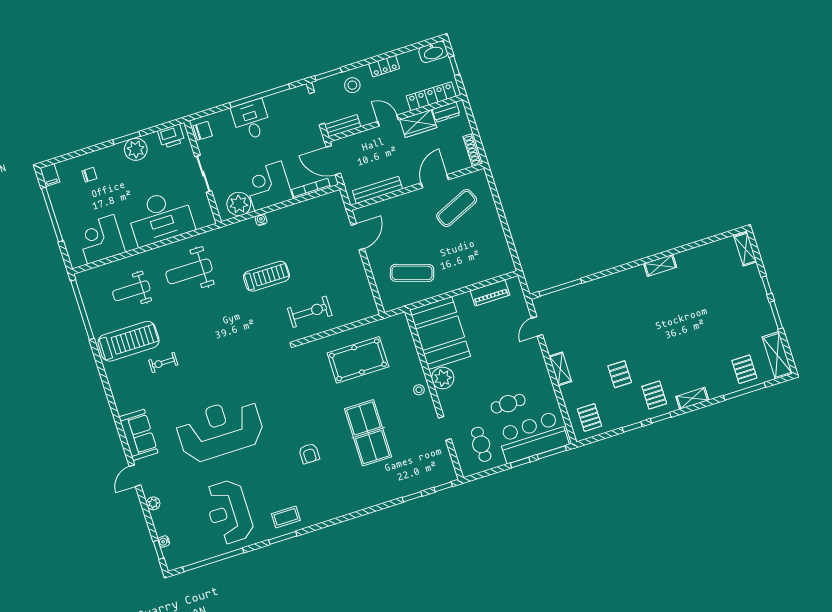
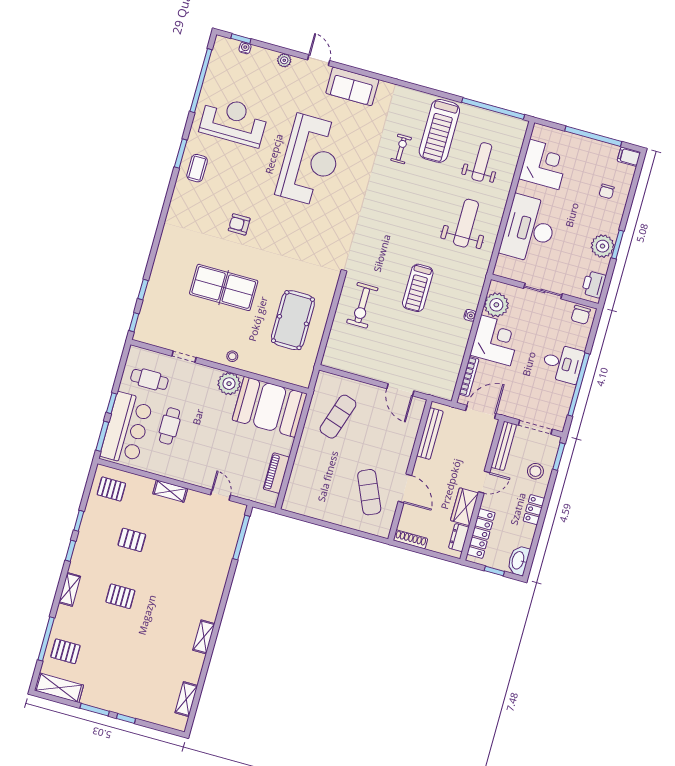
bench: (343, 126) -> (504, 446), width x1.36
shelving: (745, 249) -> (186, 699), moved, turned 90
pallet: (654, 395) -> (120, 596), moved

